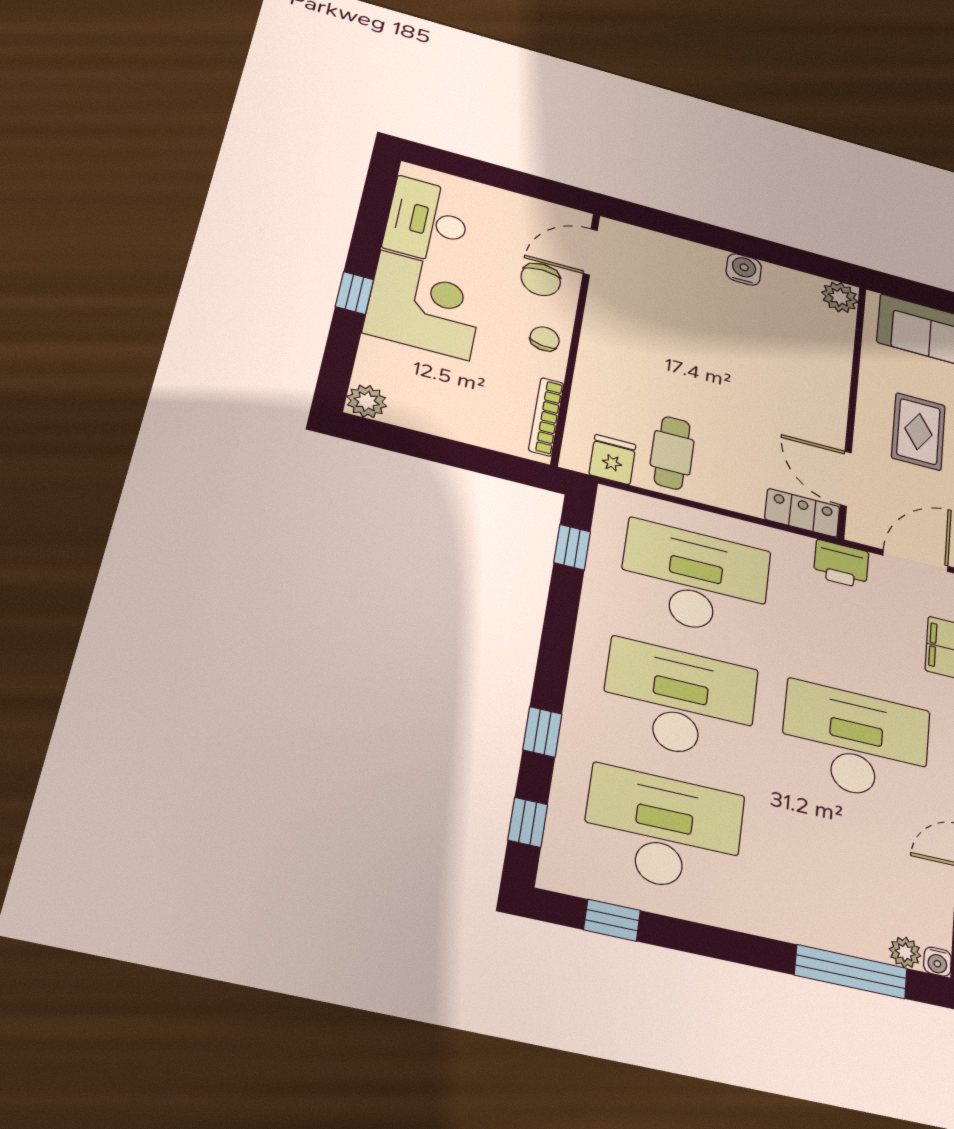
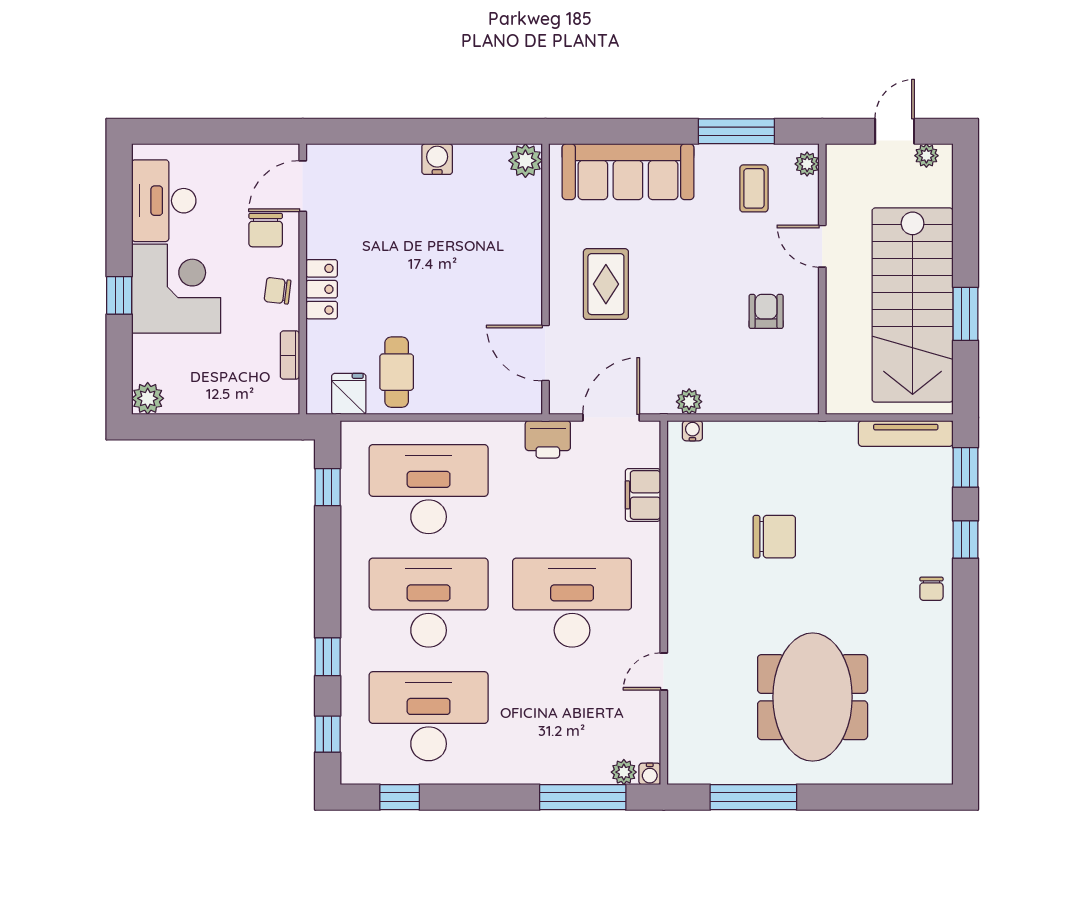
chair: (545, 339) -> (278, 291), turned -92
bookcase: (546, 417) -> (290, 355), width x0.64
locker: (802, 513) -> (322, 289), moved, turned 90

